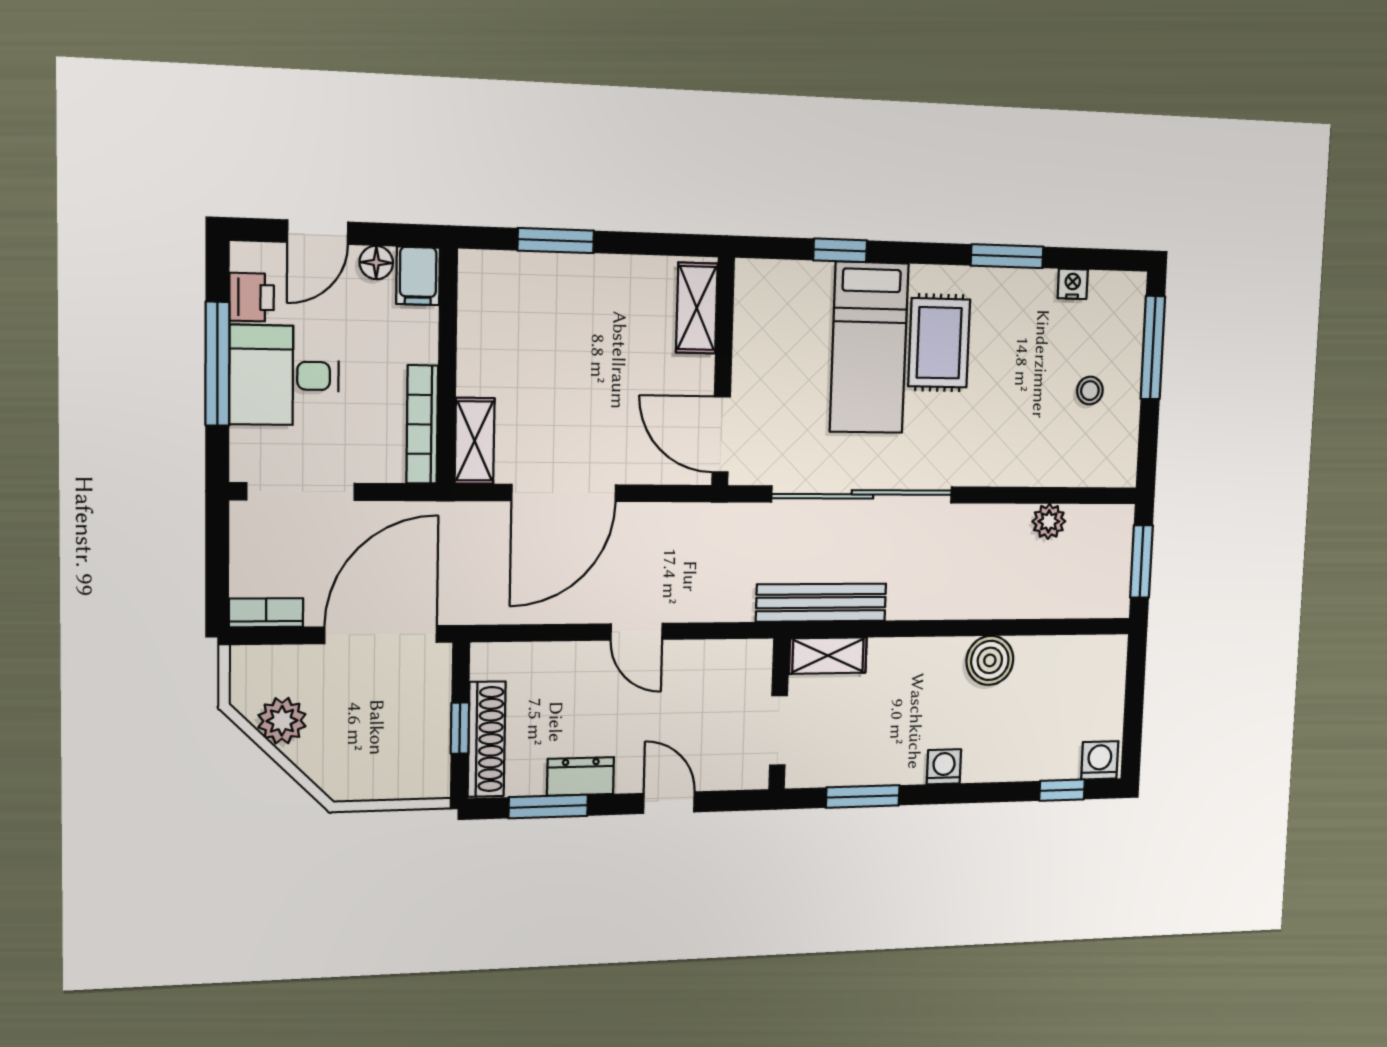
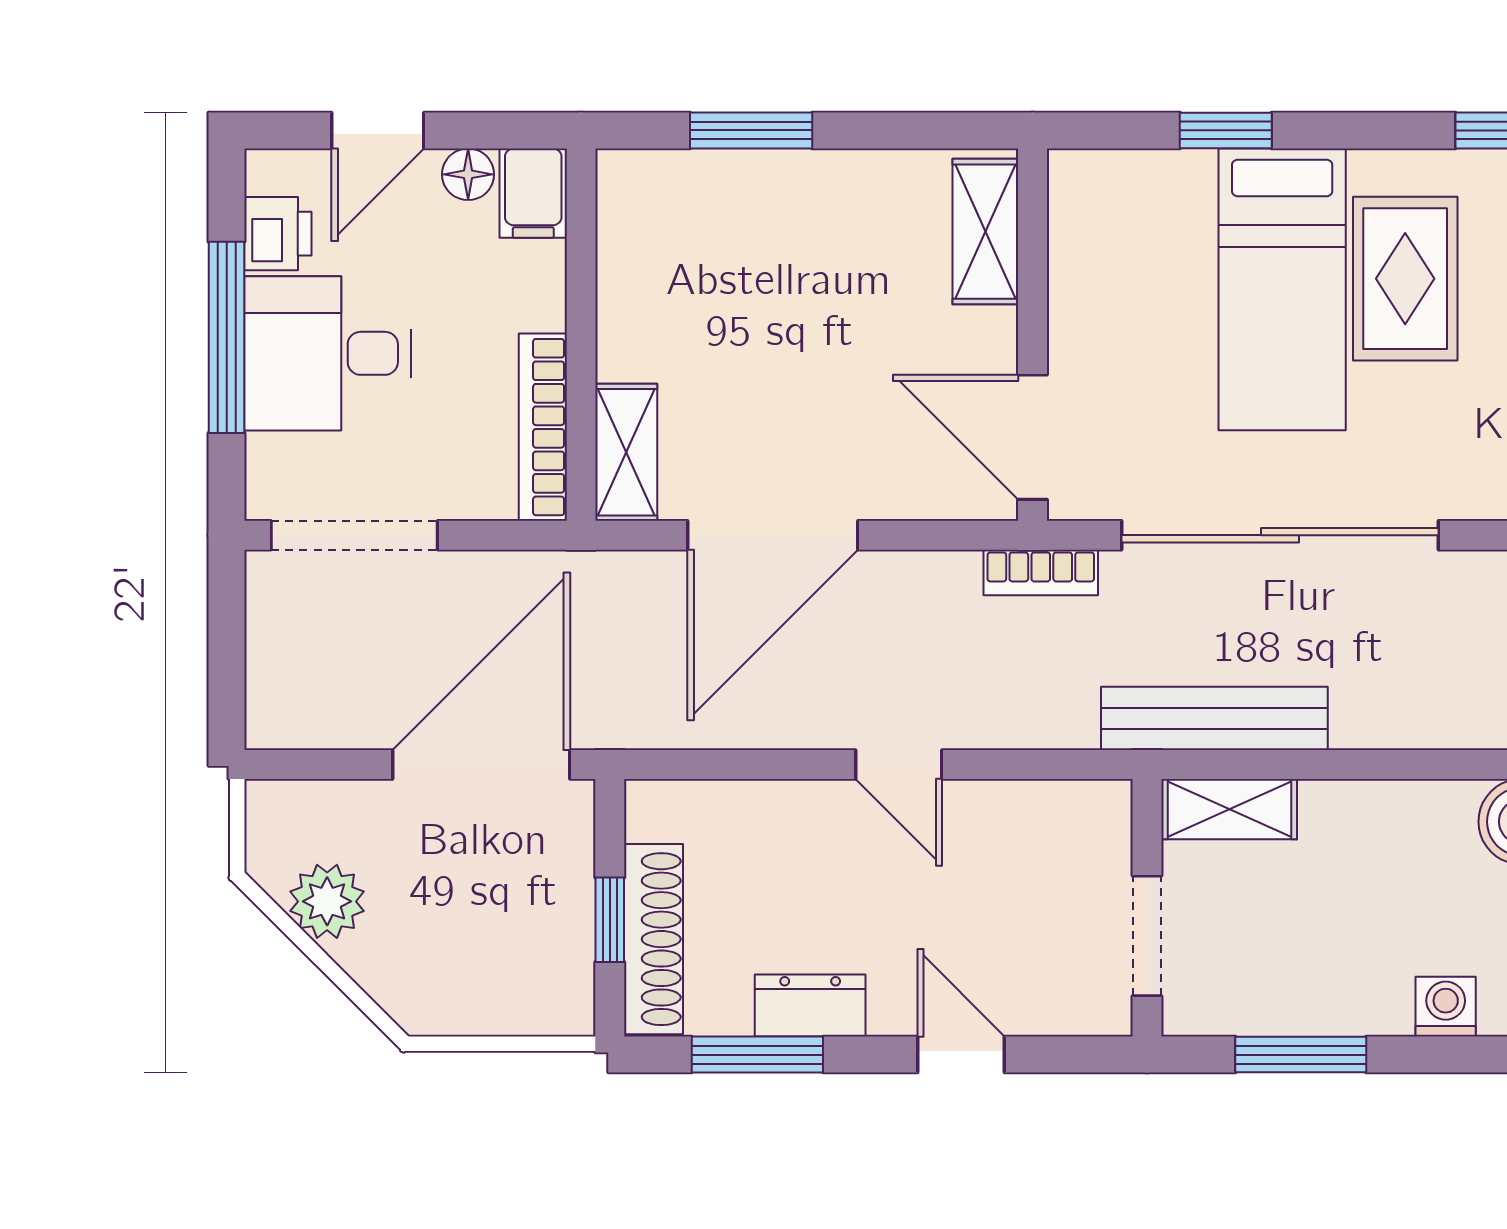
bookcase: (266, 613) -> (1041, 572), moved, turned 180

